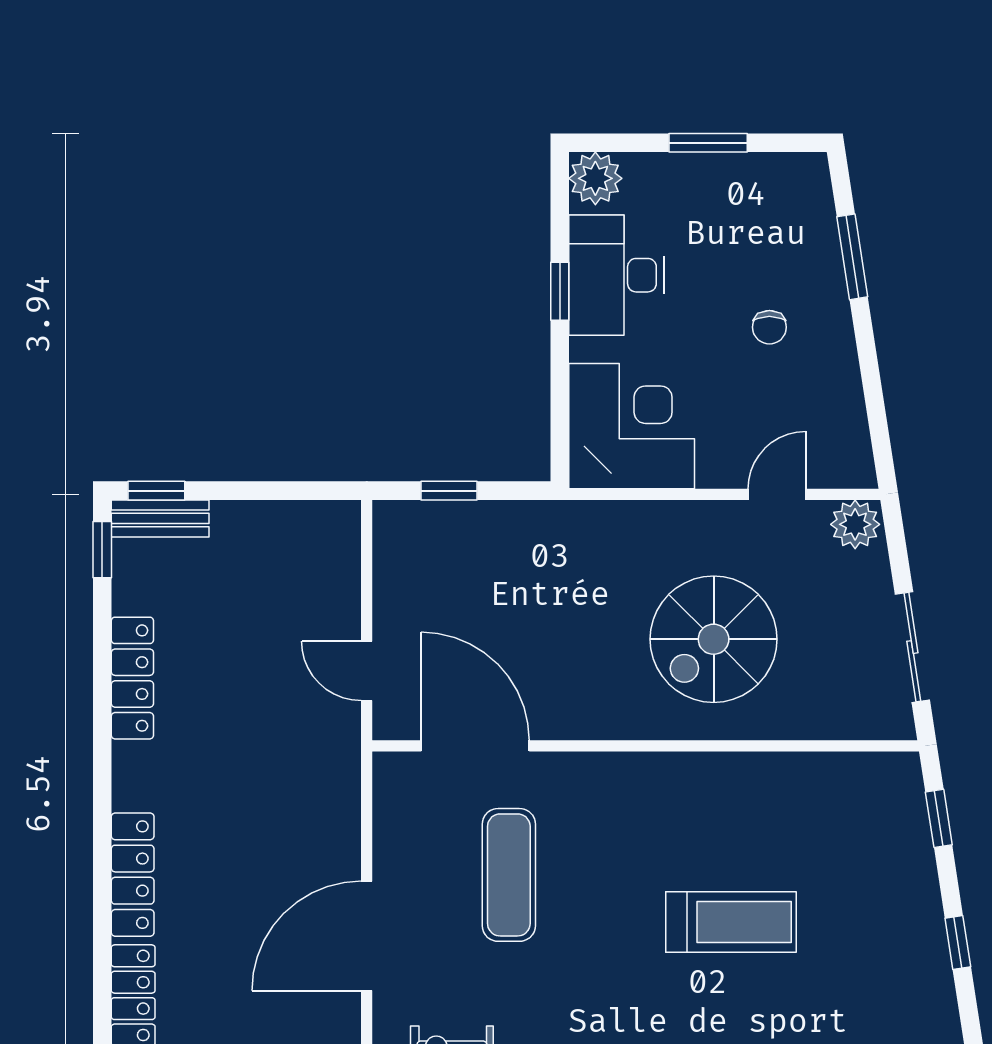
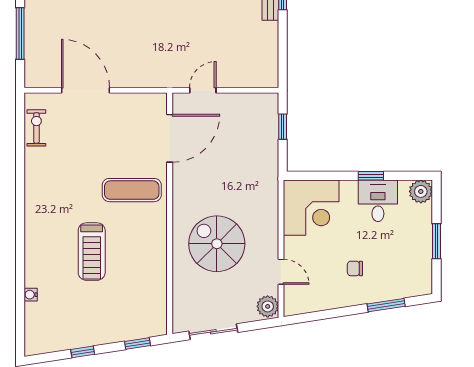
desk: (616, 275) -> (378, 201), width x0.73
exercise mat: (509, 875) -> (132, 190), moved

